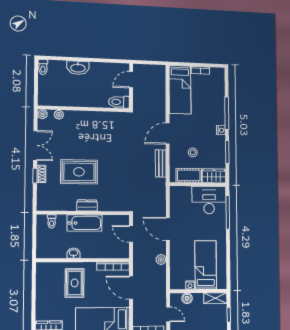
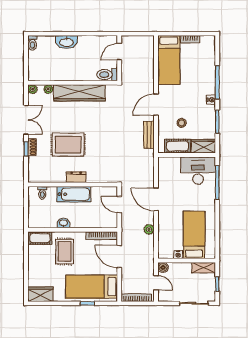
wardrobe: (91, 119) -> (80, 93), added
cot: (49, 269) -> (40, 238), added
boiler: (187, 298) -> (163, 267), moved

